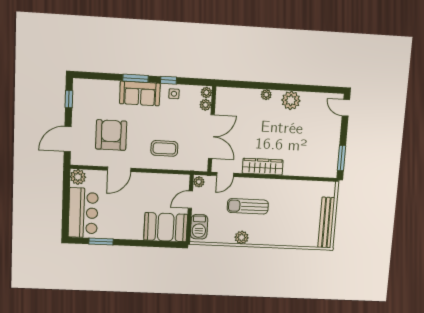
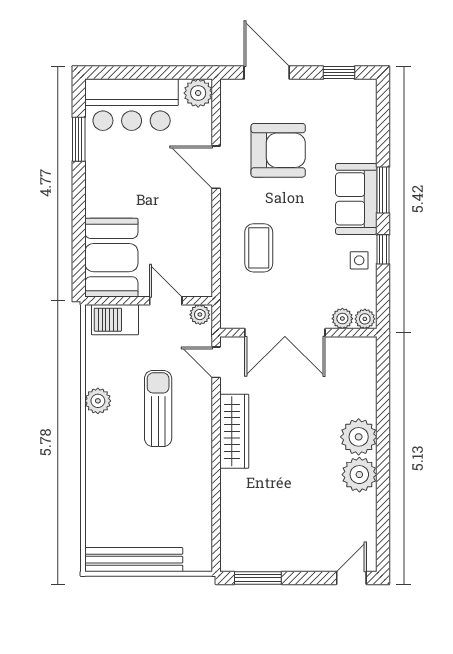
plant: (266, 95) -> (359, 437), width x1.88, depth x1.88

